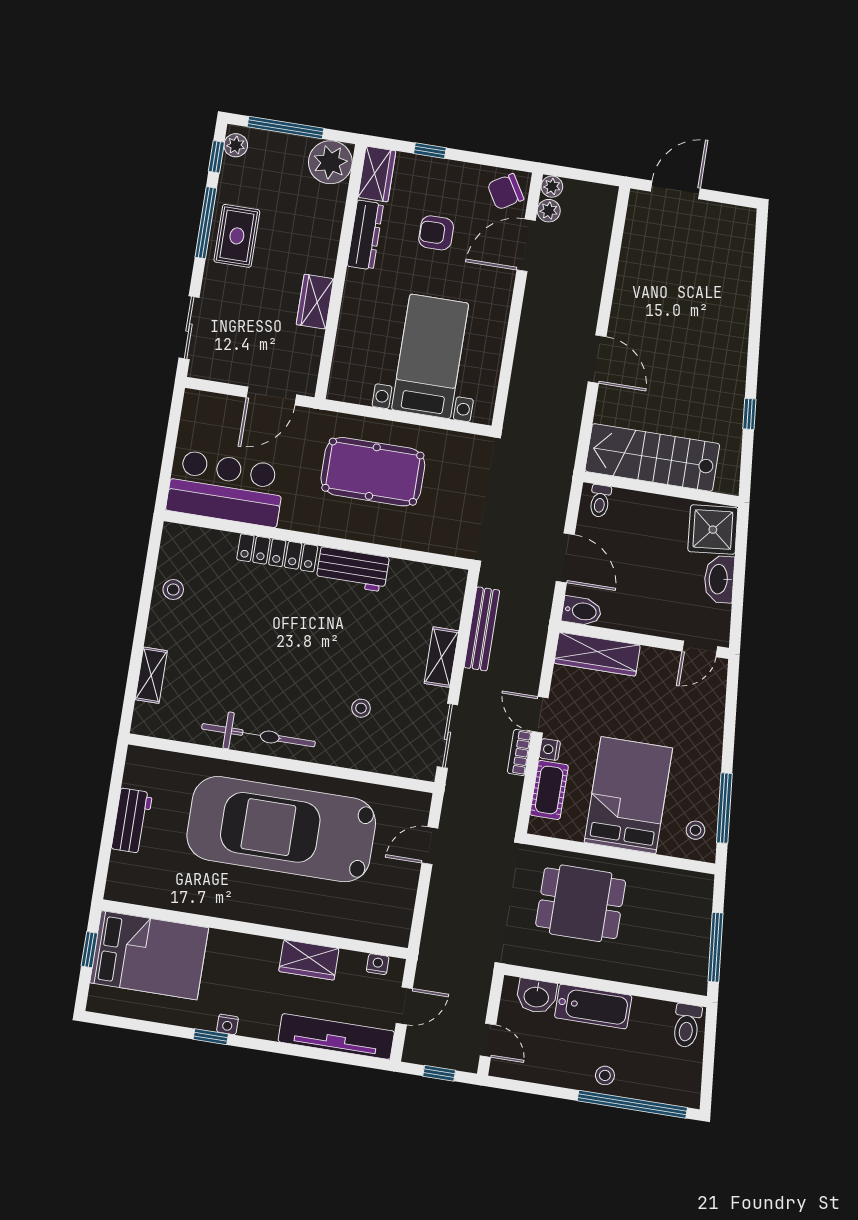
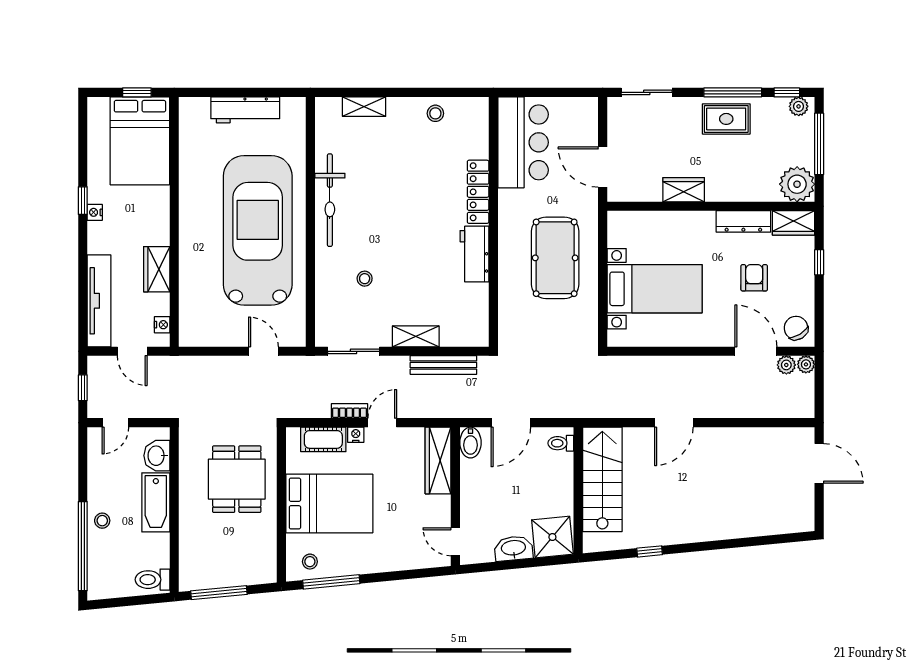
workbench: (132, 821) -> (245, 110), width x1.38

